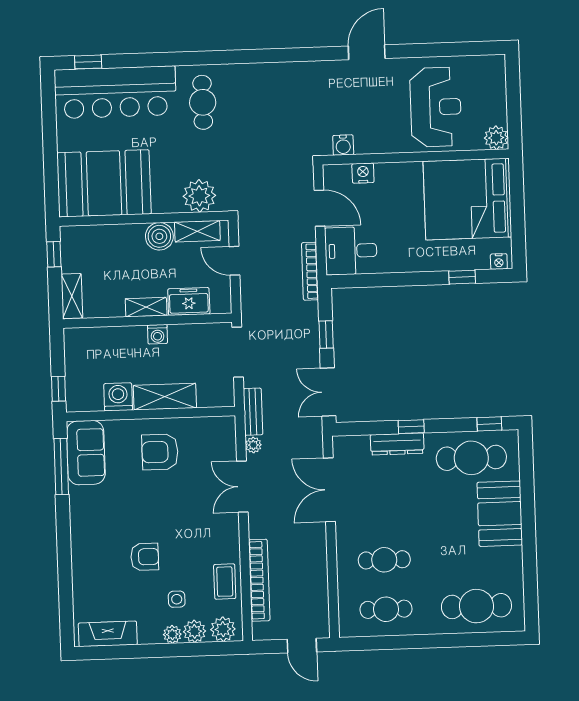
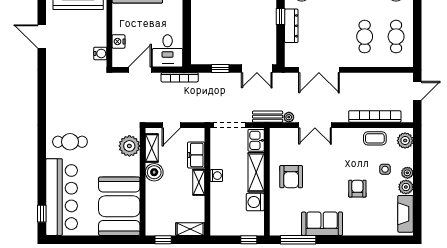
kitchen sink: (215, 395) -> (256, 140), added
sofa: (86, 453) -> (322, 224), moved
plant: (194, 631) -> (406, 187), moved

